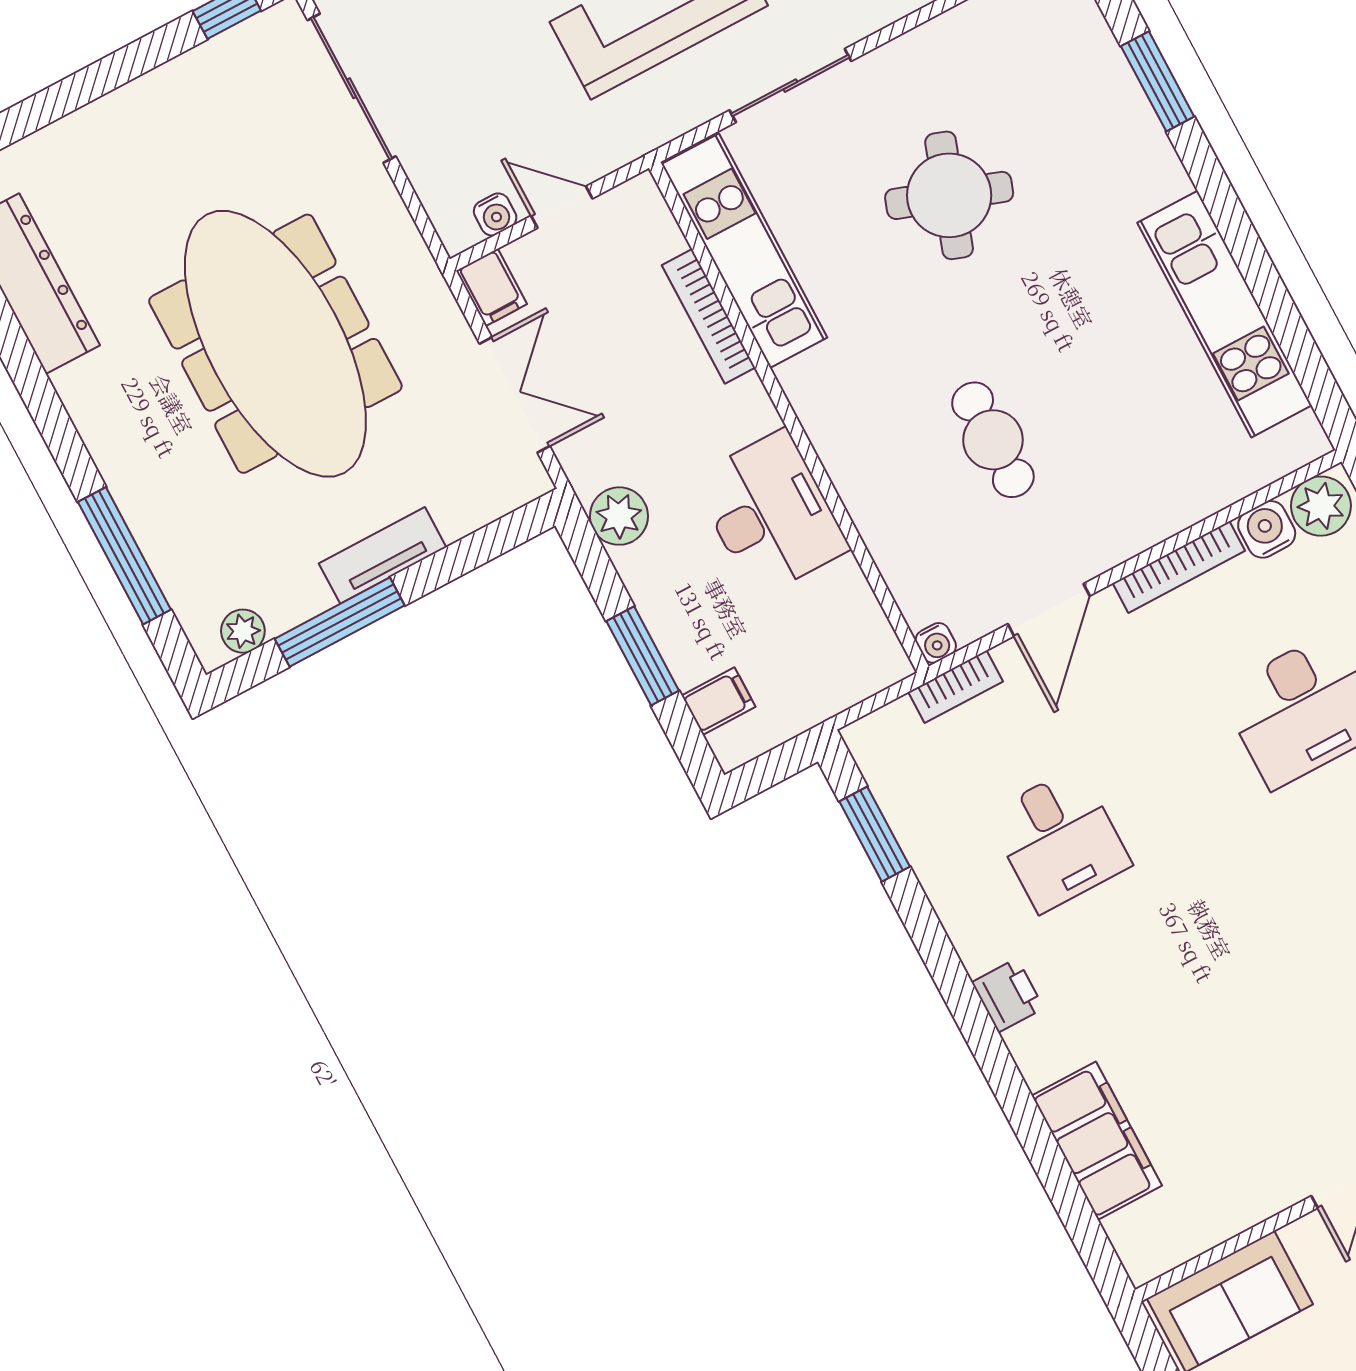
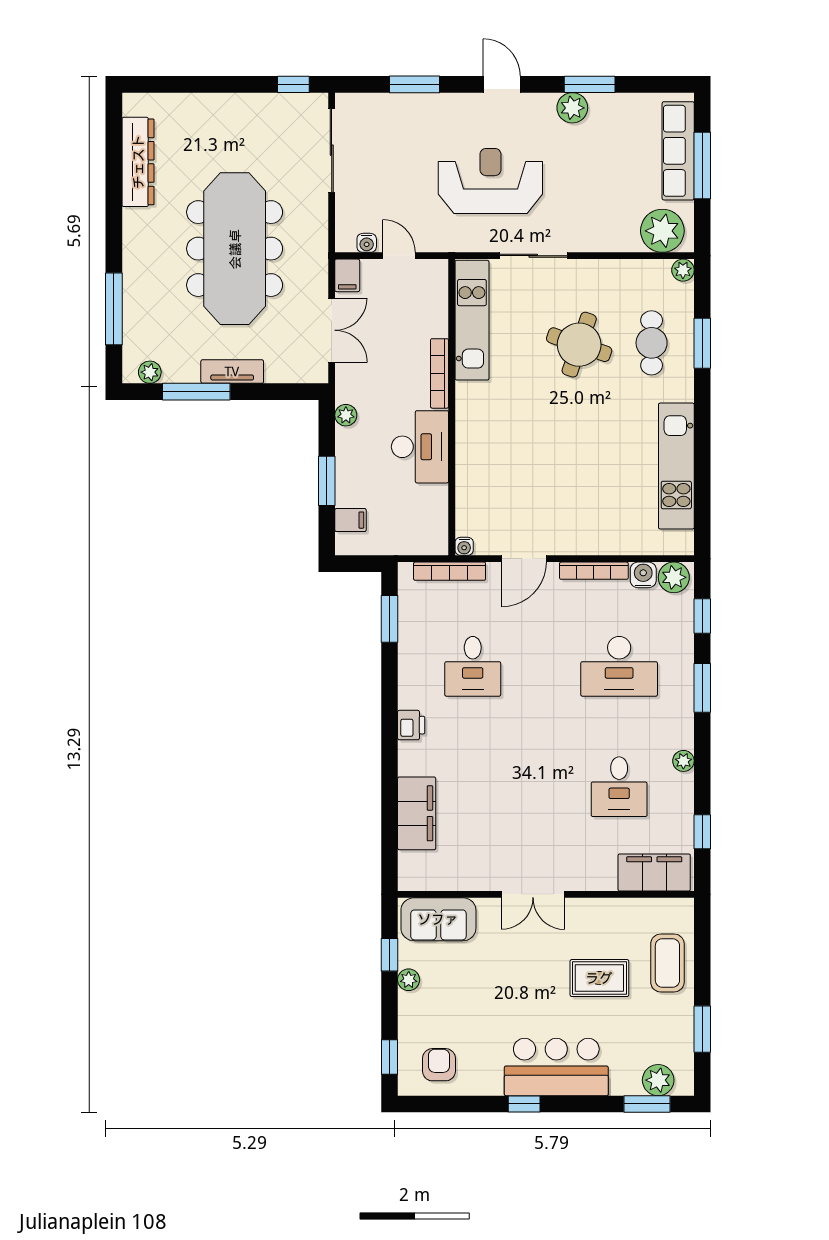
bookcase: (708, 316) -> (440, 373), moved
cafe table: (993, 440) -> (652, 343), moved
plant: (619, 516) -> (346, 415), width x0.73, depth x0.73
bookcase: (956, 687) -> (450, 571), width x1.56

